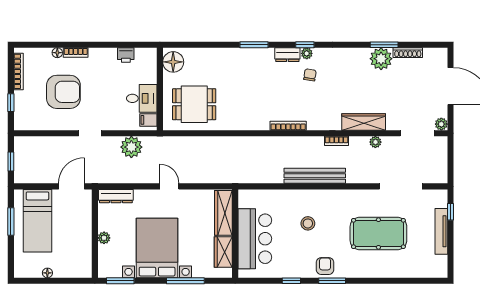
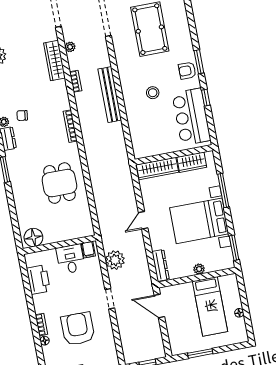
printer: (126, 55) -> (38, 280), width x1.87, depth x1.48
dining table: (194, 104) -> (59, 183), moved
bed: (37, 221) -> (210, 306), moved, turned 90
bar counter: (255, 239) -> (191, 117), moved, turned -90

